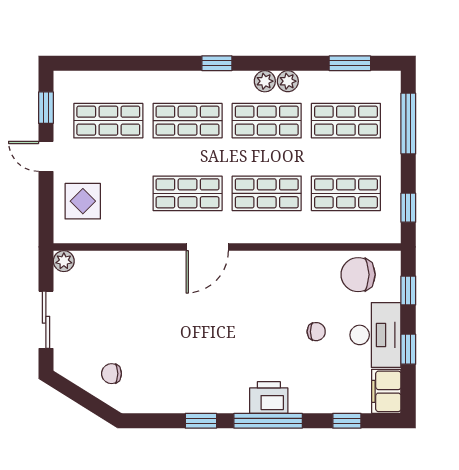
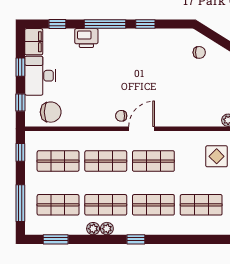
chair: (316, 332) -> (121, 116), moved
printer: (269, 397) -> (86, 38), moved

